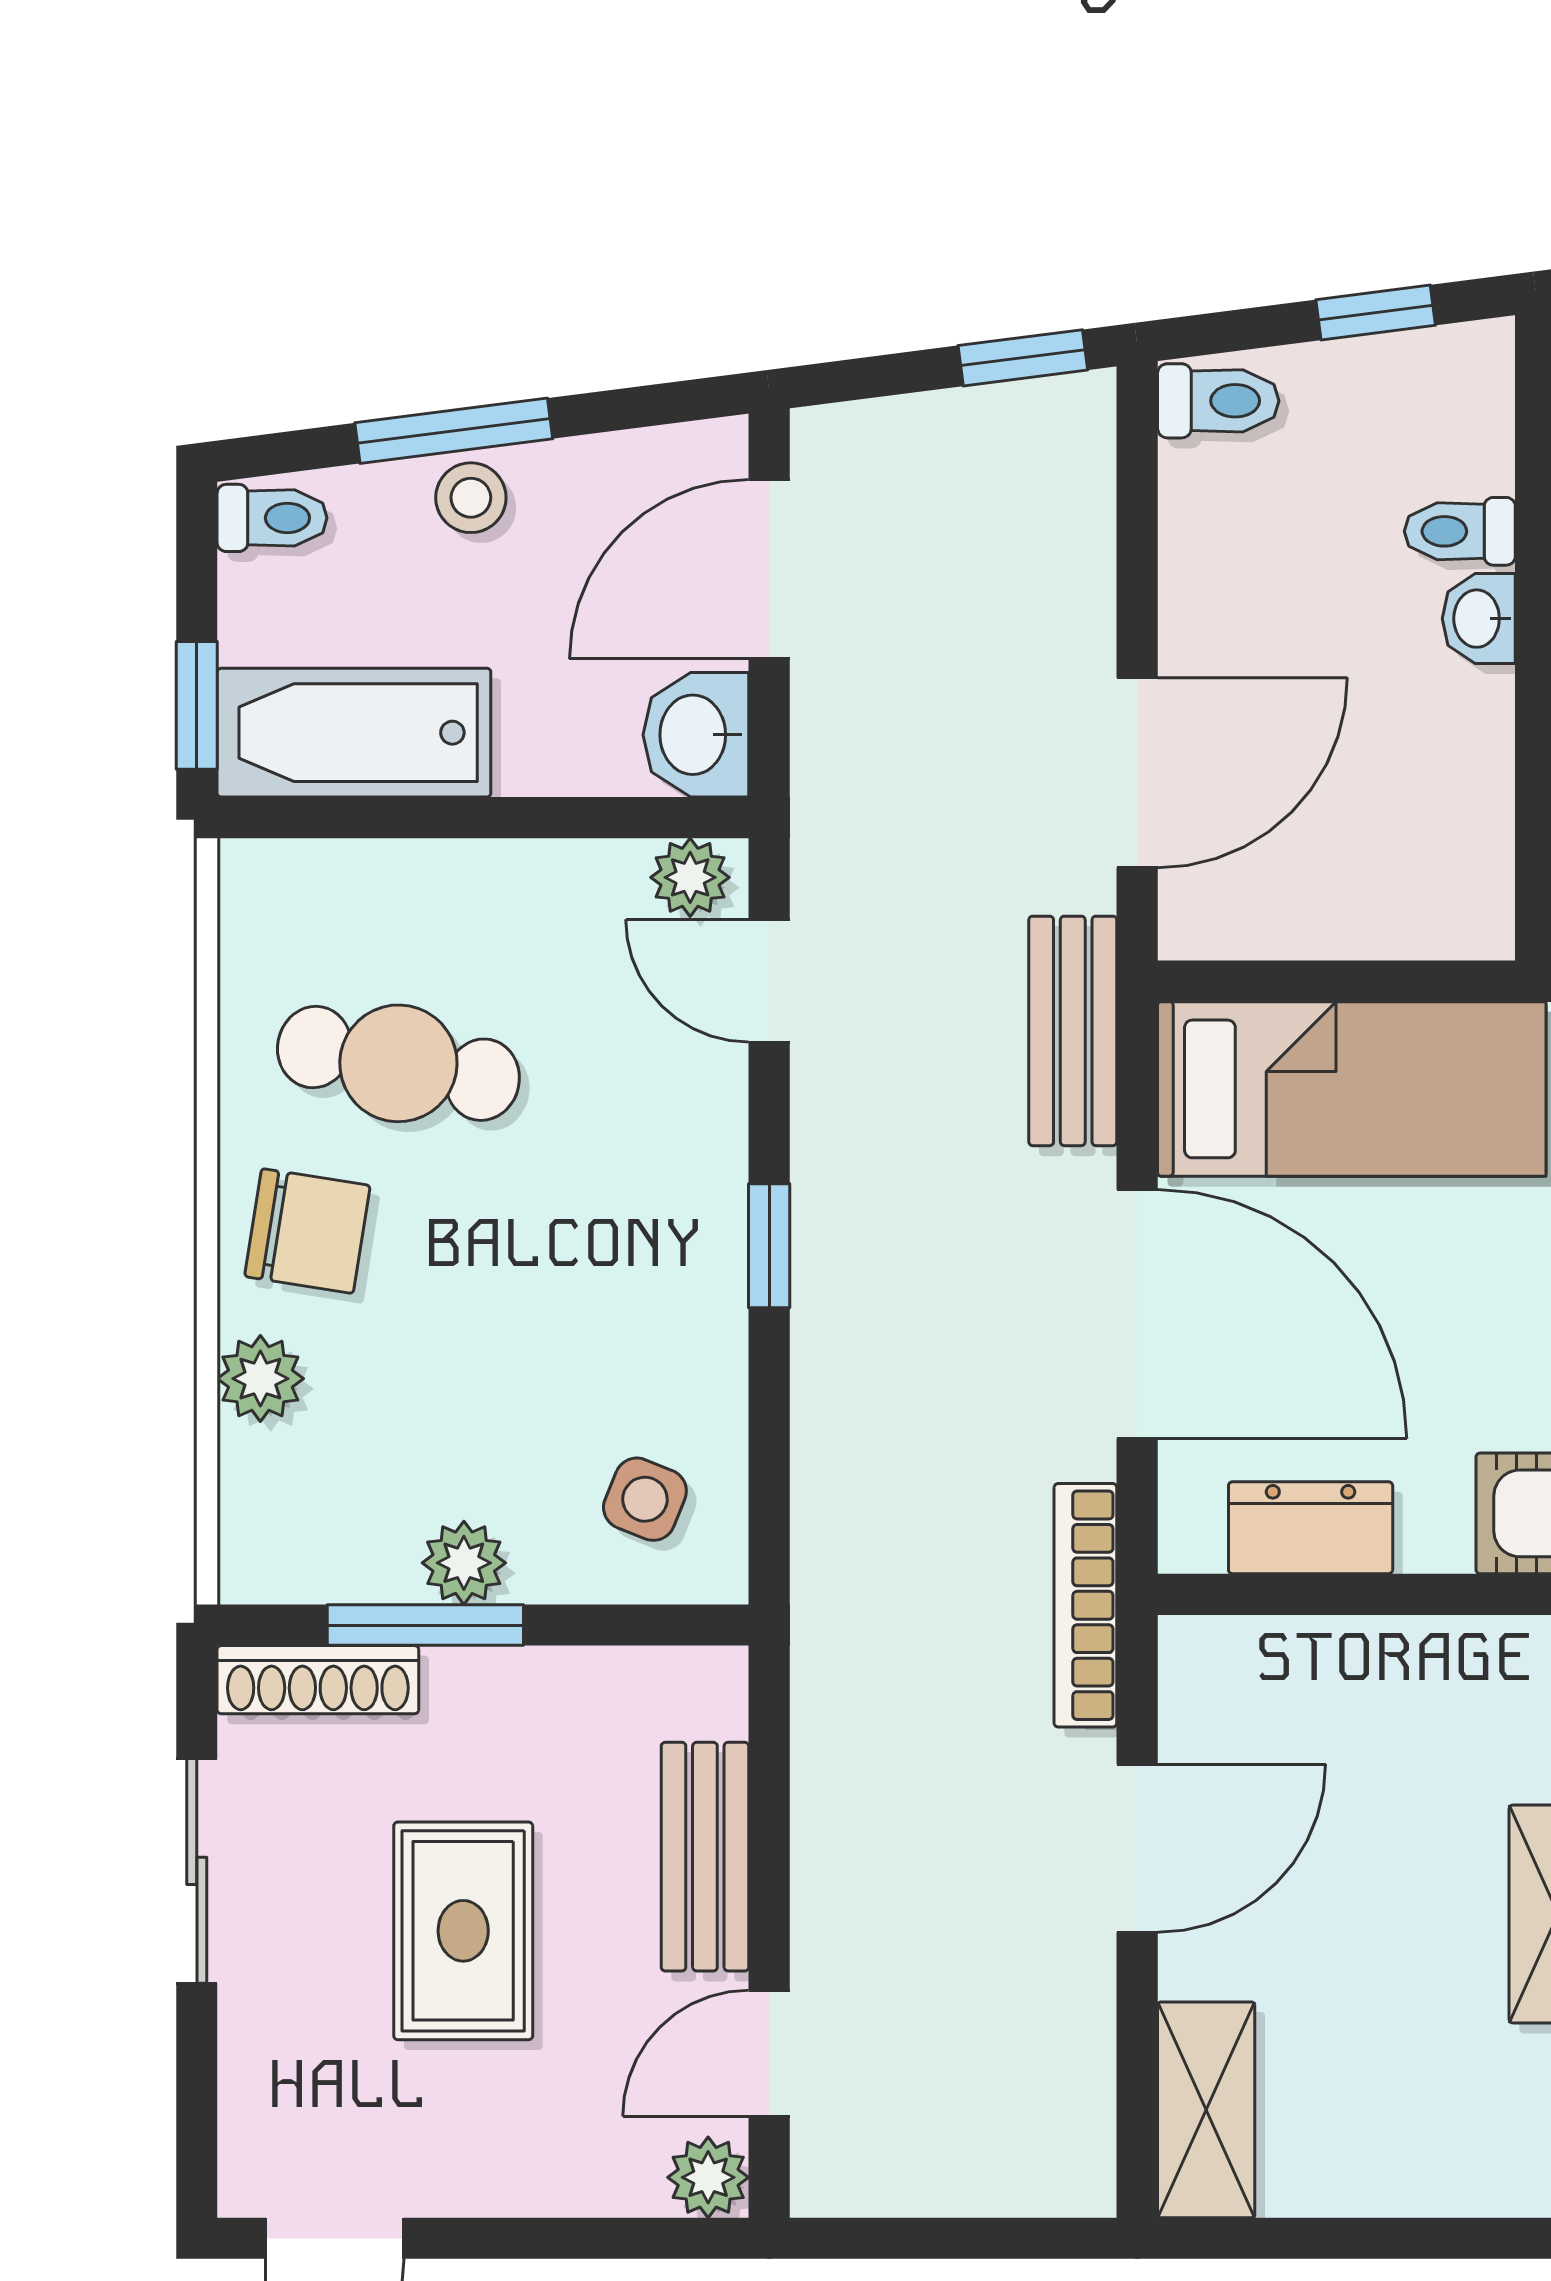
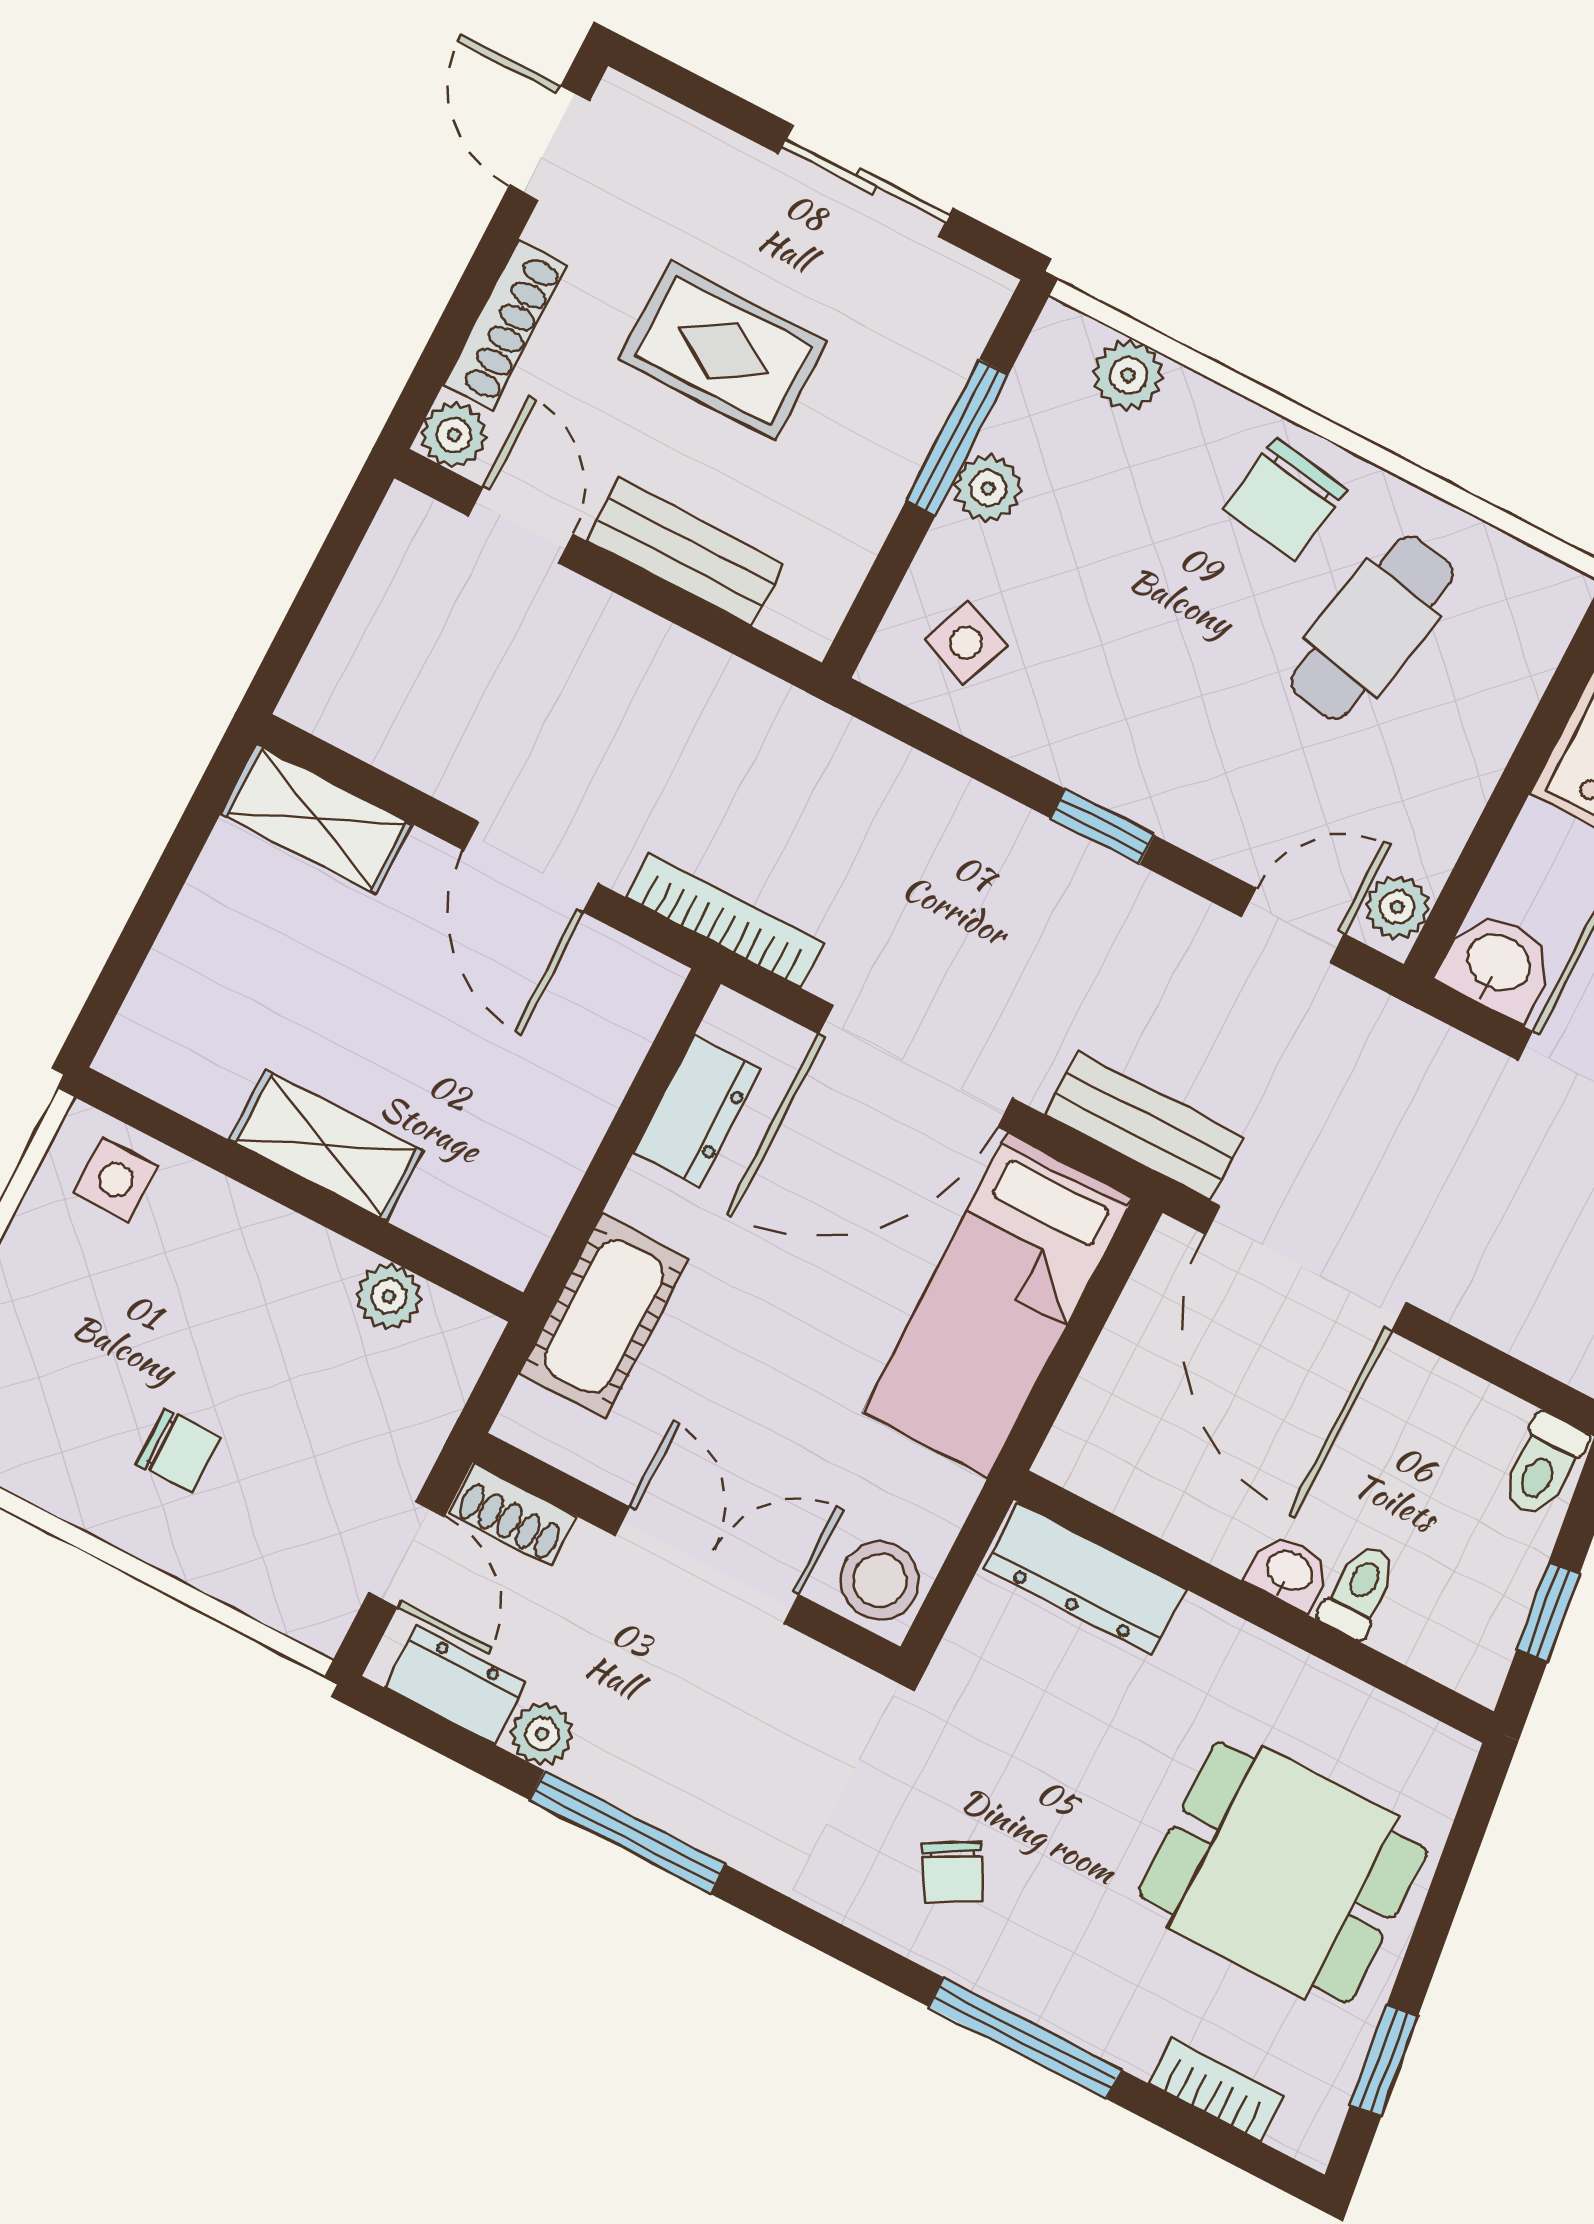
door: (1137, 773) -> (1306, 1268), width x1.36
plant: (260, 1379) -> (1128, 375), moved
shoe rack: (318, 1680) -> (505, 325), moved, turned 180

